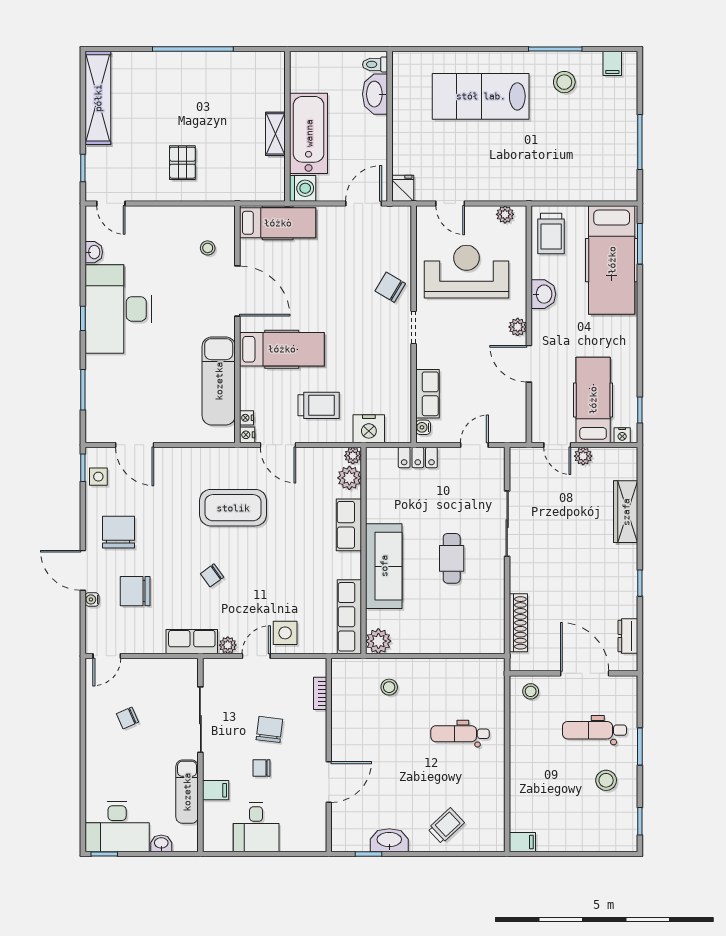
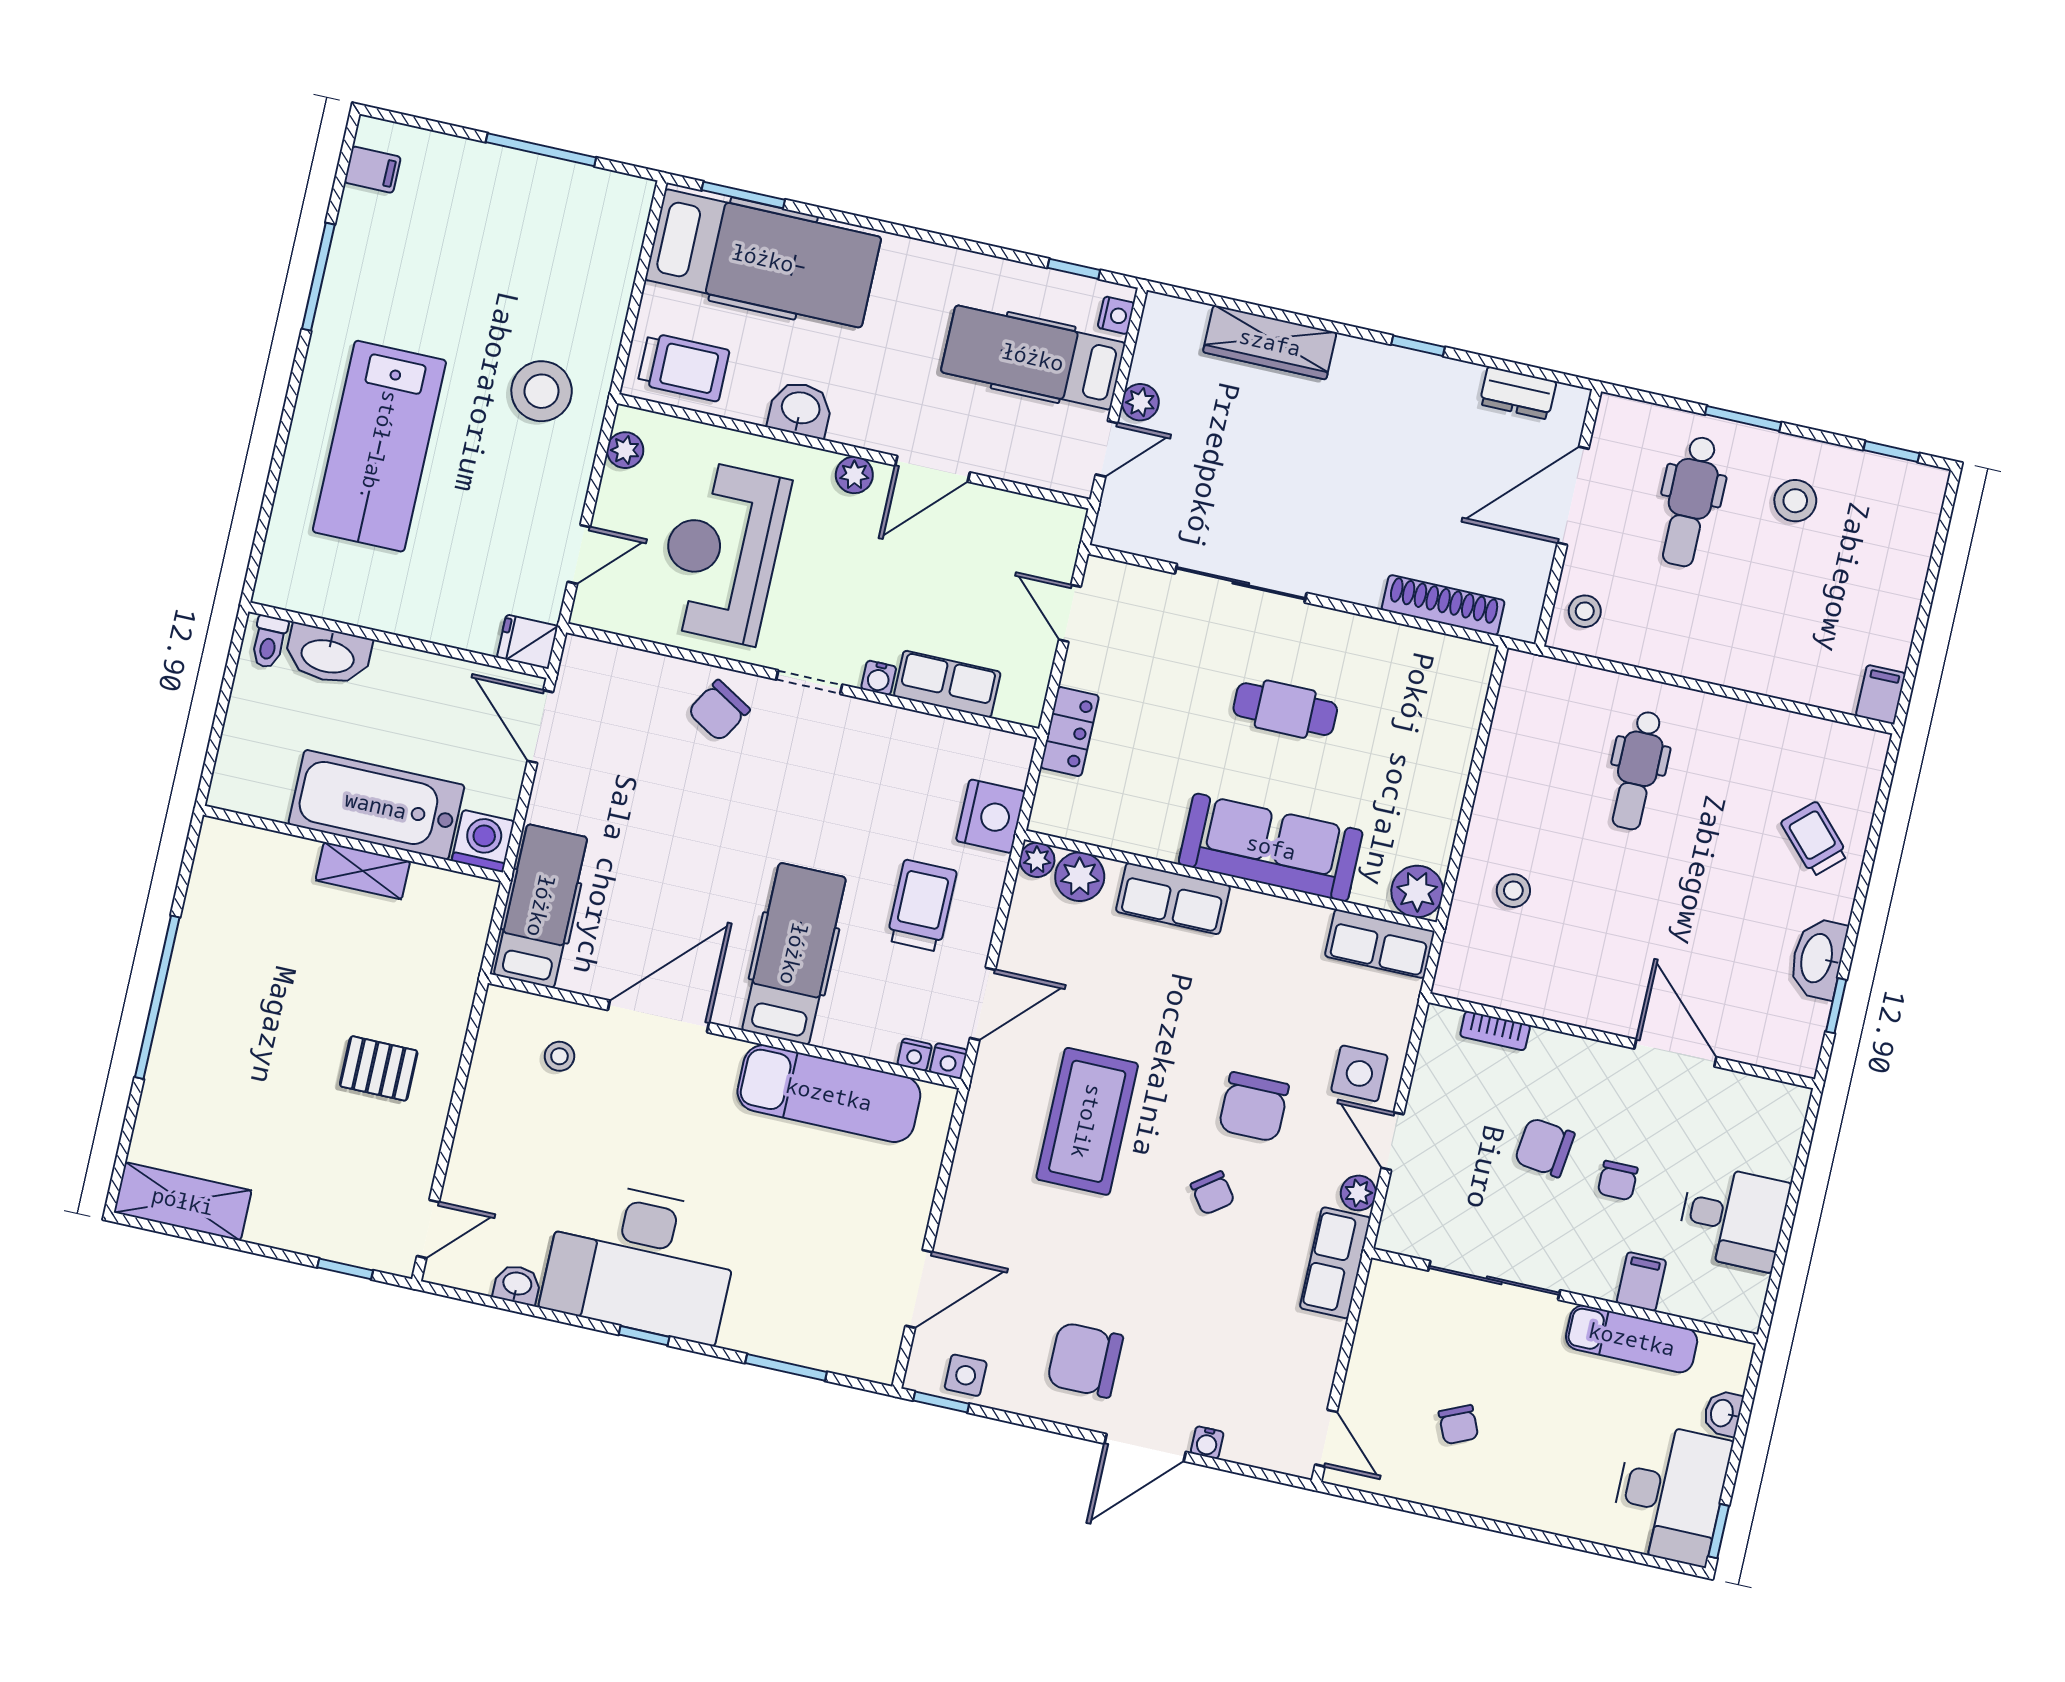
stool: (564, 82) -> (542, 391), moved, width x1.38, depth x1.38
shelving: (98, 98) -> (183, 1201), width x0.68
water cooler: (423, 427) -> (879, 678), moved
chair: (135, 591) -> (1254, 1107), moved
row of seats: (349, 617) -> (1380, 944), width x0.68

